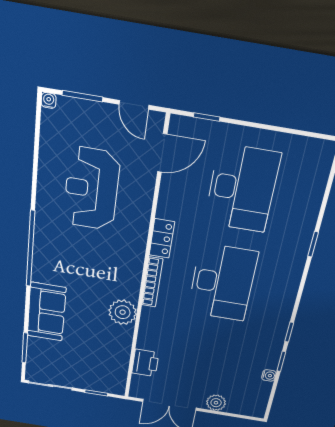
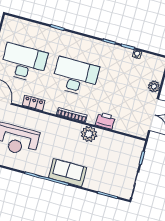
locker: (162, 238) -> (33, 103), moved
sofa: (46, 312) -> (67, 173), moved
printer: (145, 363) -> (105, 121), moved

